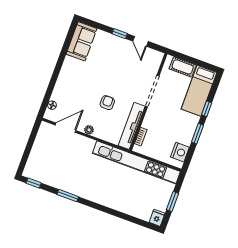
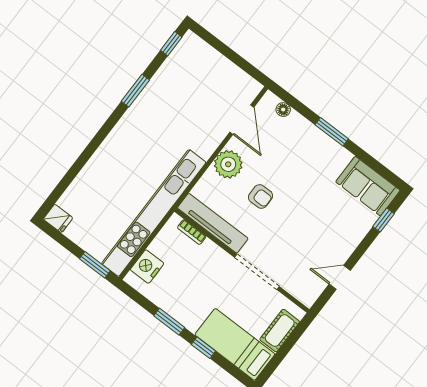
window: (120, 34) -> (384, 220), moved
window: (56, 73) -> (332, 132), added
plant: (89, 130) -> (228, 164), width x1.88, depth x1.88
nightstand: (180, 152) -> (147, 267), moved, turned 90
window: (172, 202) -> (95, 265), moved

